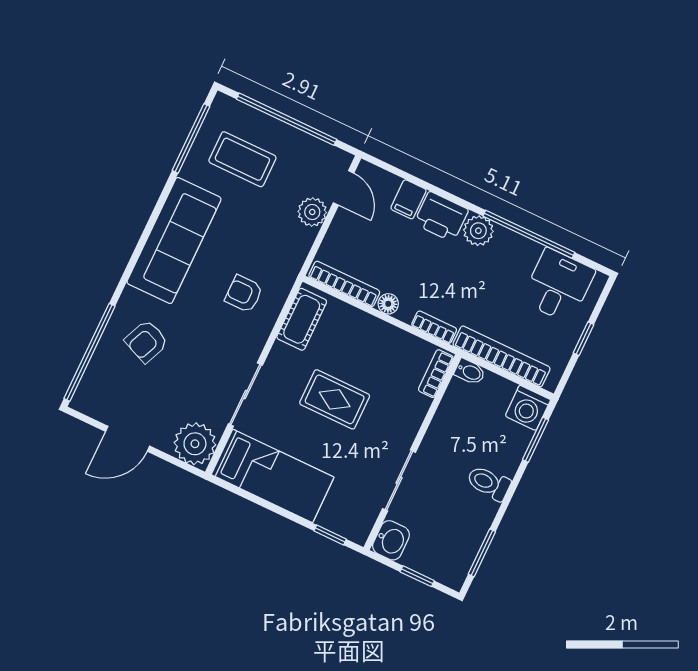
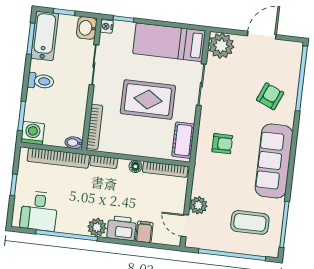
bookcase: (436, 374) -> (95, 127), width x1.56
rug: (335, 399) -> (148, 100), width x1.36, depth x1.43
nightstand: (360, 532) -> (107, 26), added
bathtub: (459, 550) -> (45, 36), added

